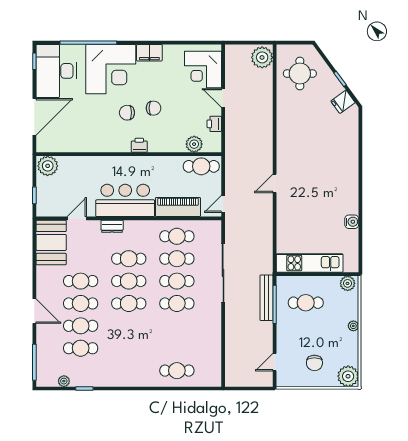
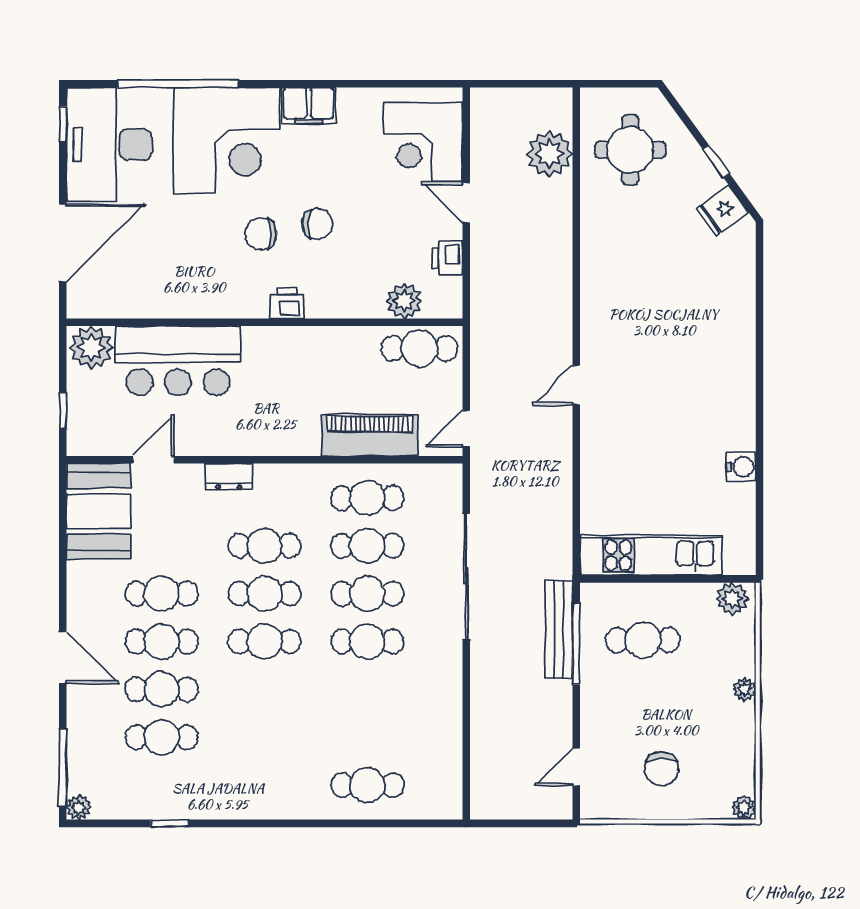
plant: (262, 57) -> (550, 154), moved
bar counter: (125, 200) -> (178, 361), moved, turned 180
plant: (348, 376) -> (744, 808), width x0.53, depth x0.53
plant: (64, 381) -> (79, 807), moved

